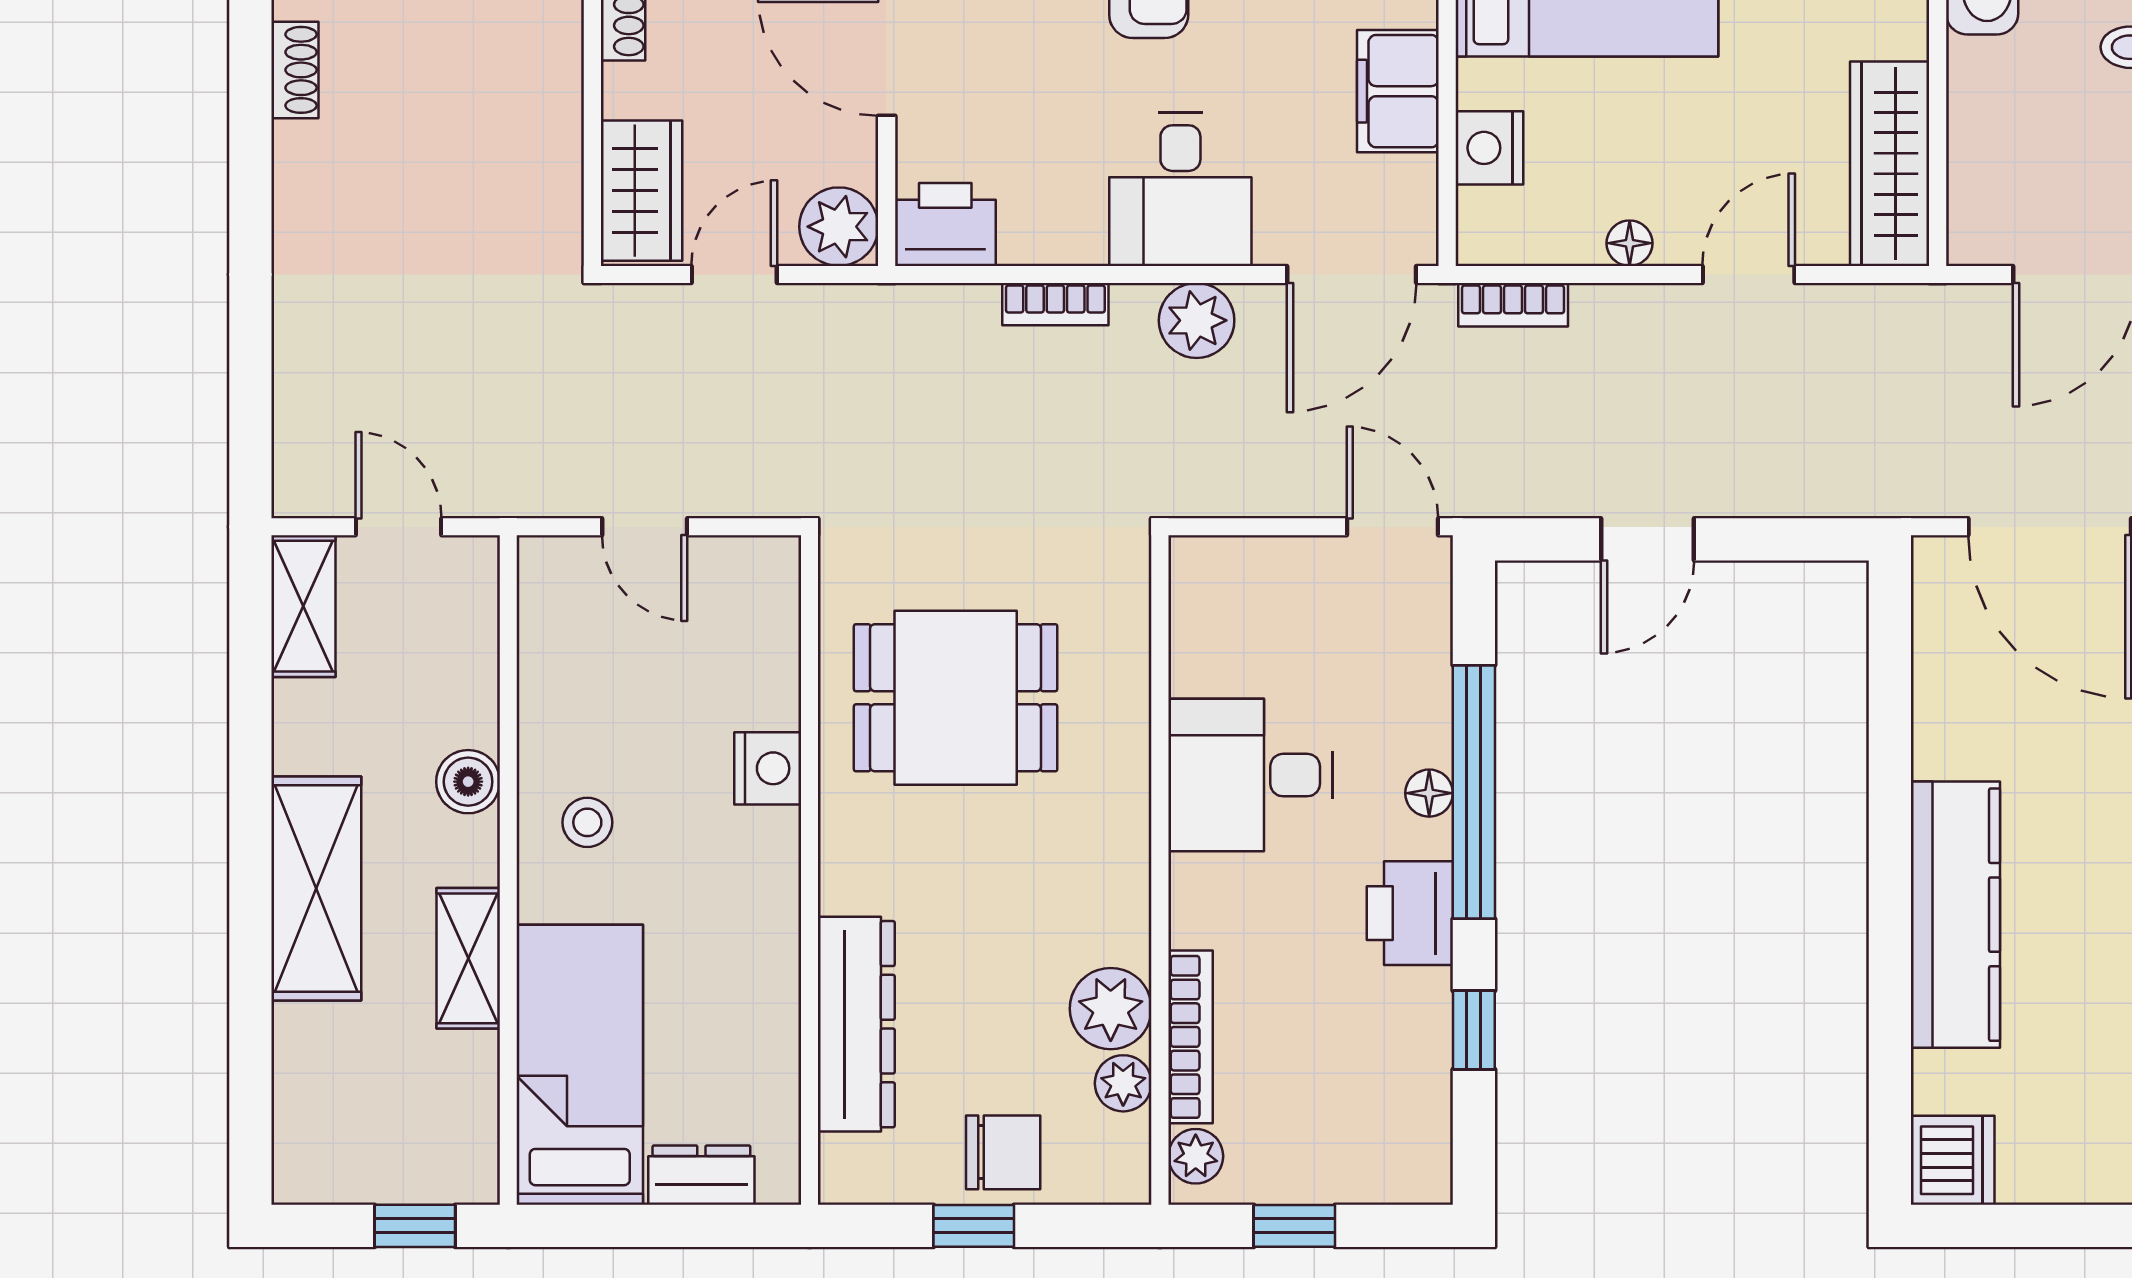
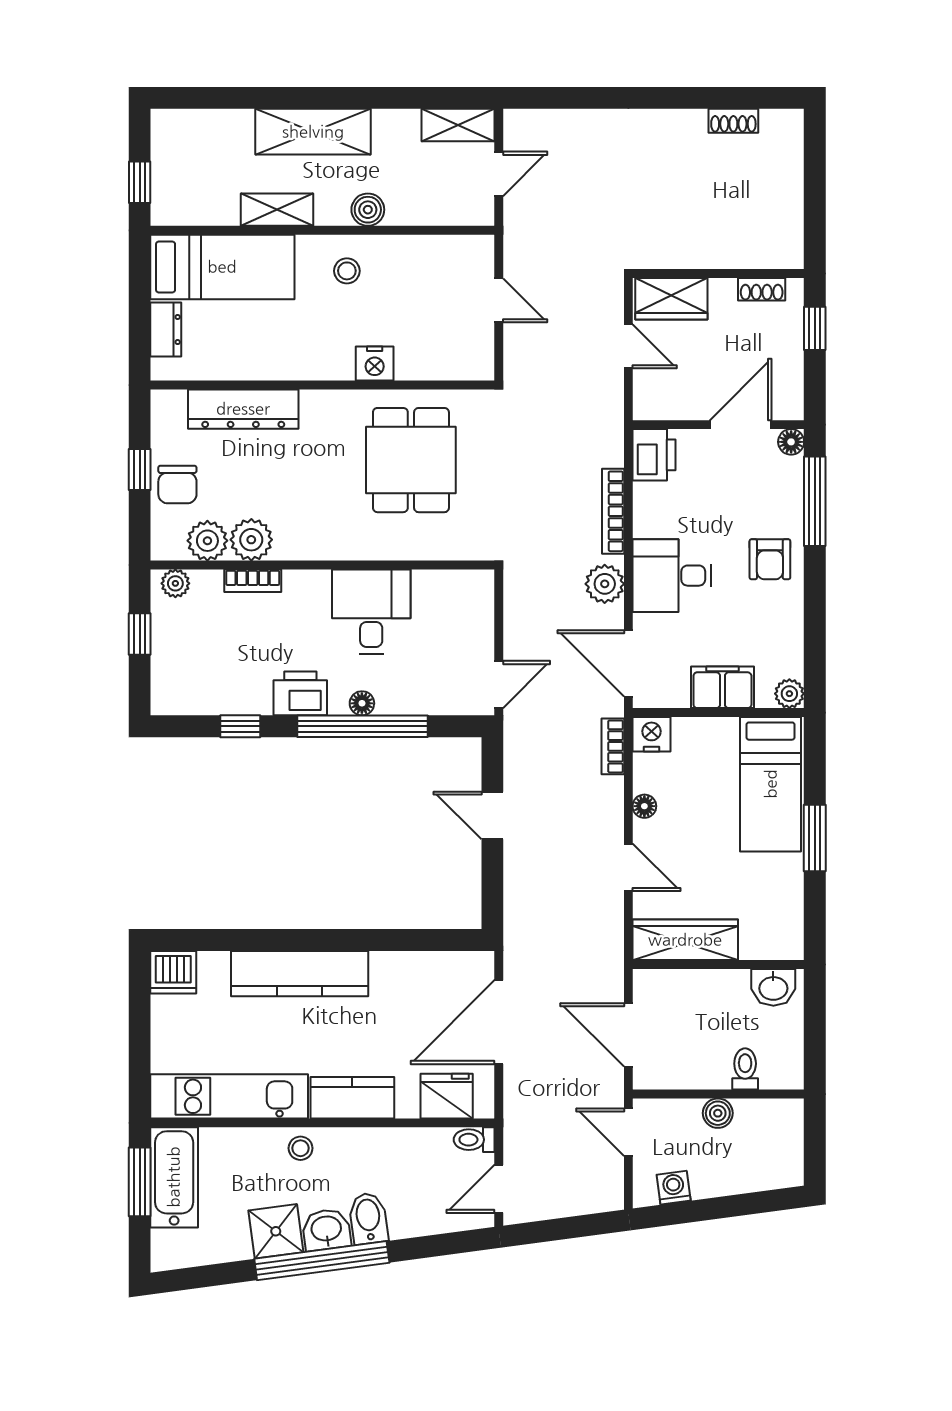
nightstand: (1489, 148) -> (652, 734), moved
plant: (839, 227) -> (653, 400), removed
bookcase: (1055, 304) -> (613, 511), width x1.56
door: (645, 527) -> (499, 300), swing flipped
bookcase: (1190, 1037) -> (253, 581), width x0.64
plant: (1123, 1083) -> (207, 541), width x1.38, depth x1.38

